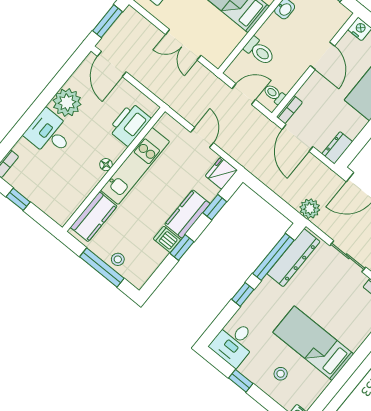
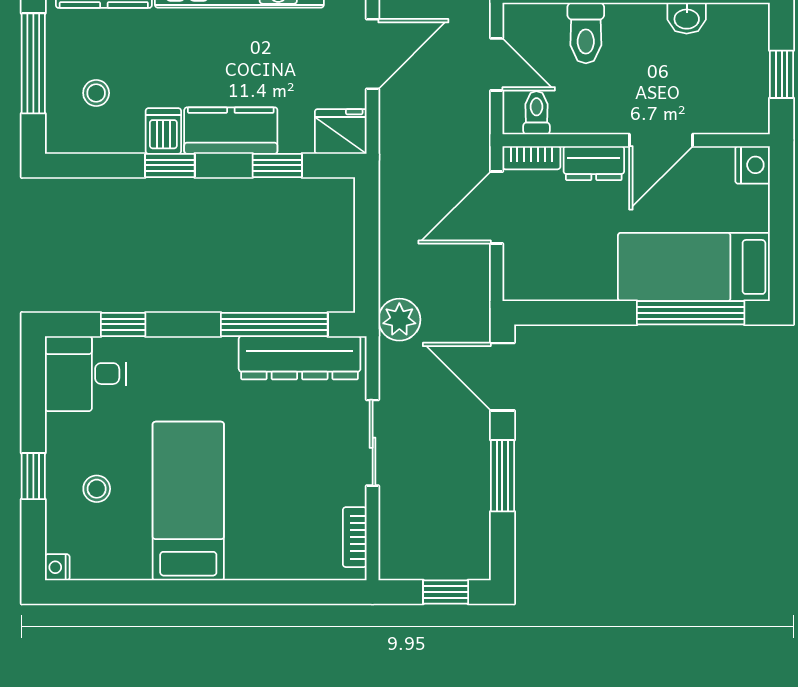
door: (202, 137) -> (373, 54), width x1.38
dresser: (337, 148) -> (594, 163), moved, turned 180
stool: (118, 259) -> (96, 93), moved
window: (243, 294) -> (123, 324), moved
window: (241, 381) -> (33, 476), moved

